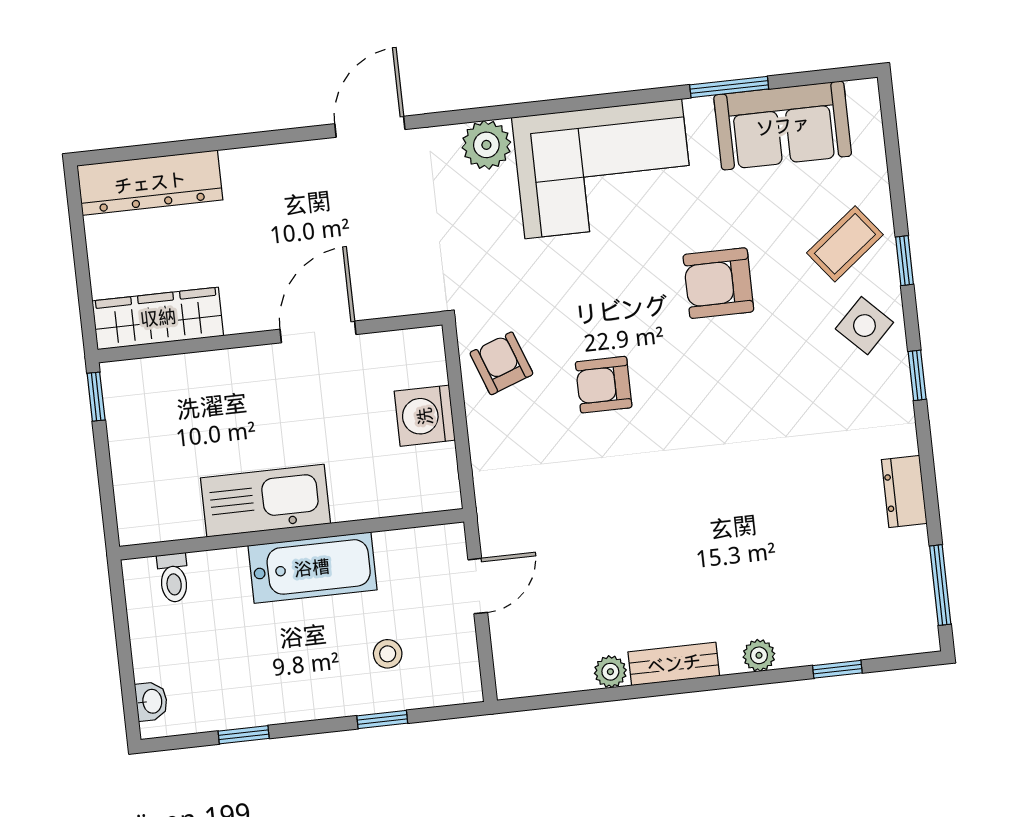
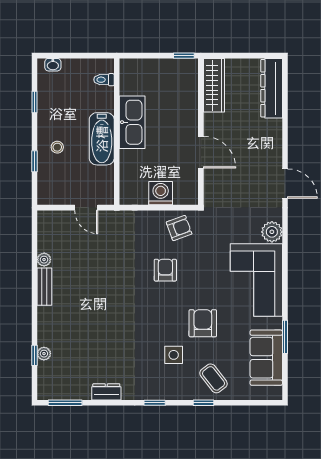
side table: (864, 326) -> (174, 355), moved, turned 45
stool: (388, 654) -> (57, 147), moved
plant: (759, 655) -> (44, 354), moved

